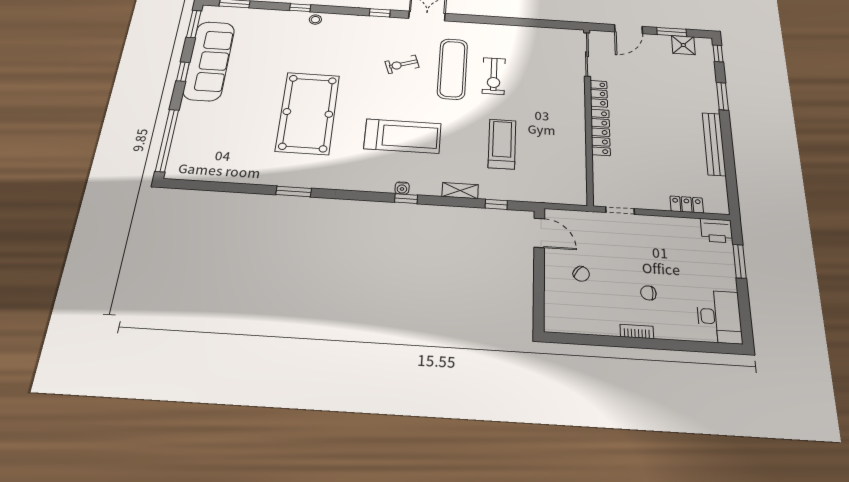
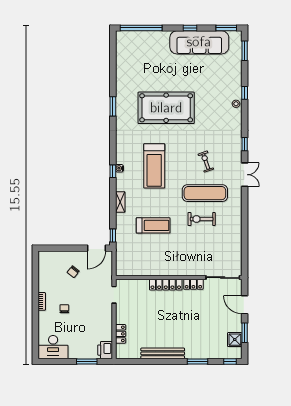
window: (496, 204) -> (113, 235), moved

